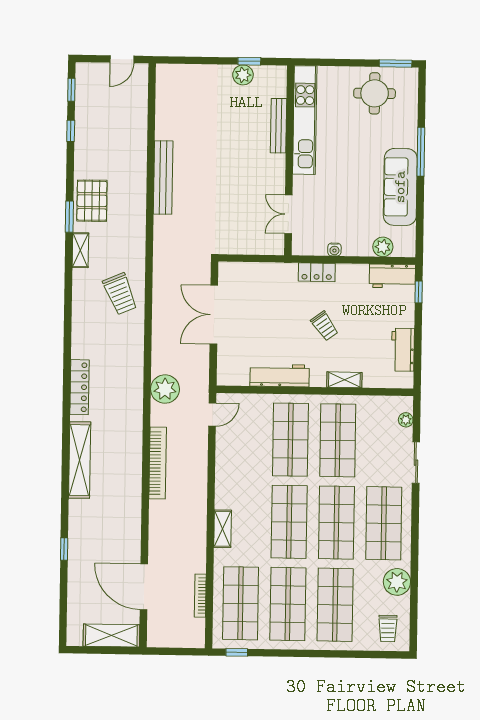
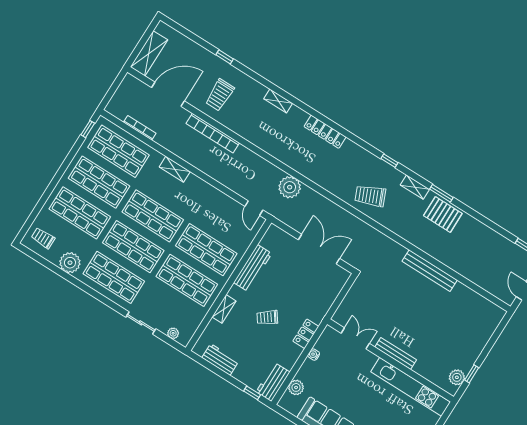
plant: (243, 75) -> (457, 377), moved
bench: (279, 126) -> (396, 353), moved
window: (71, 131) -> (389, 161), moved
shelving: (80, 460) -> (278, 101), width x0.45, depth x0.75
bookcase: (158, 463) -> (213, 133), moved
trolley: (110, 529) -> (220, 95), added

